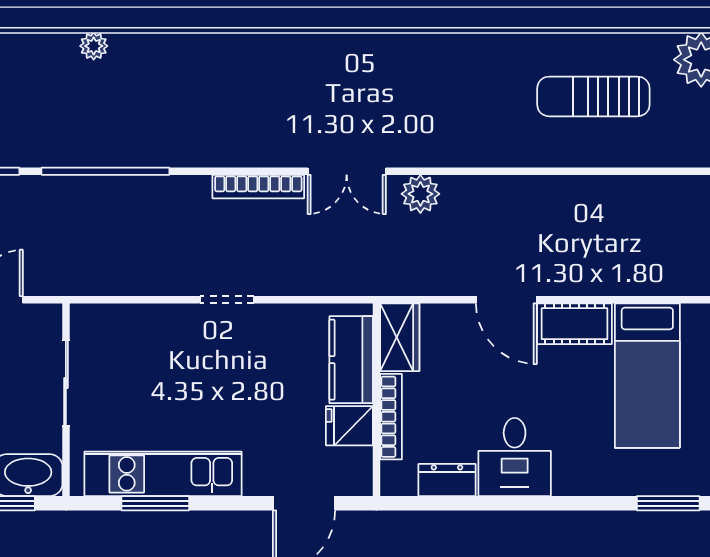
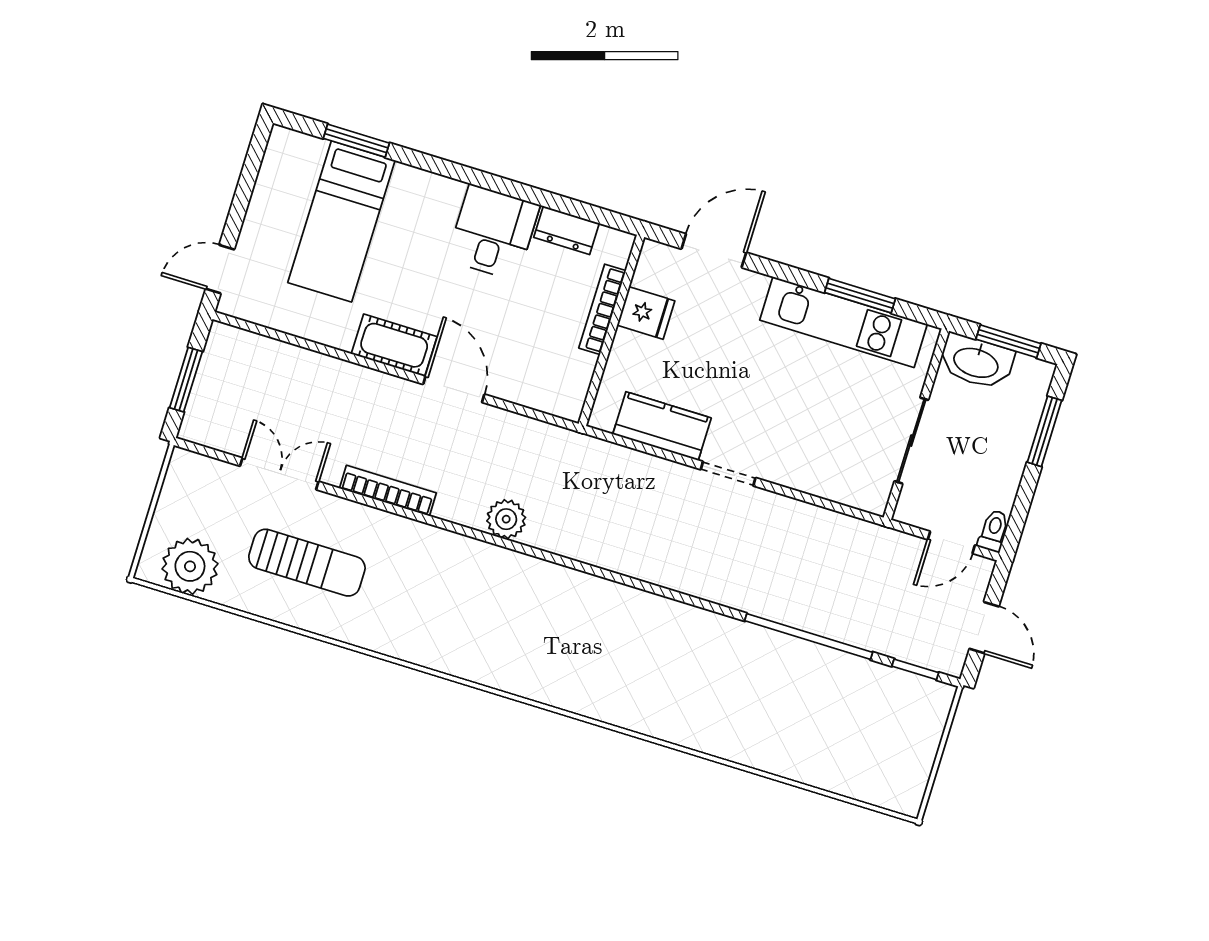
plant: (94, 46) -> (782, 763), removed
double door: (347, 171) -> (279, 474), moved
bookcase: (258, 187) -> (388, 491), moved
wardrobe: (400, 337) -> (570, 385), removed
kitchen counter: (351, 360) -> (662, 426), moved, turned -90
bed: (647, 376) -> (341, 221), moved, turned 180

